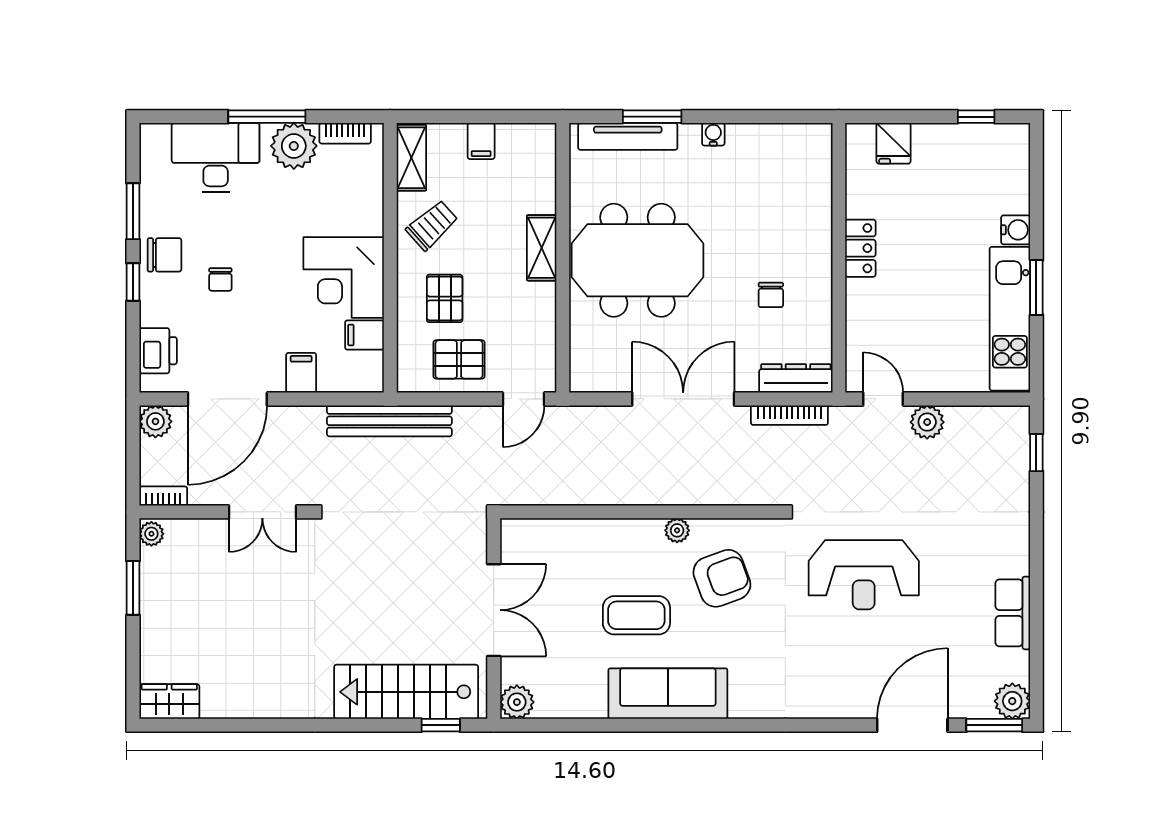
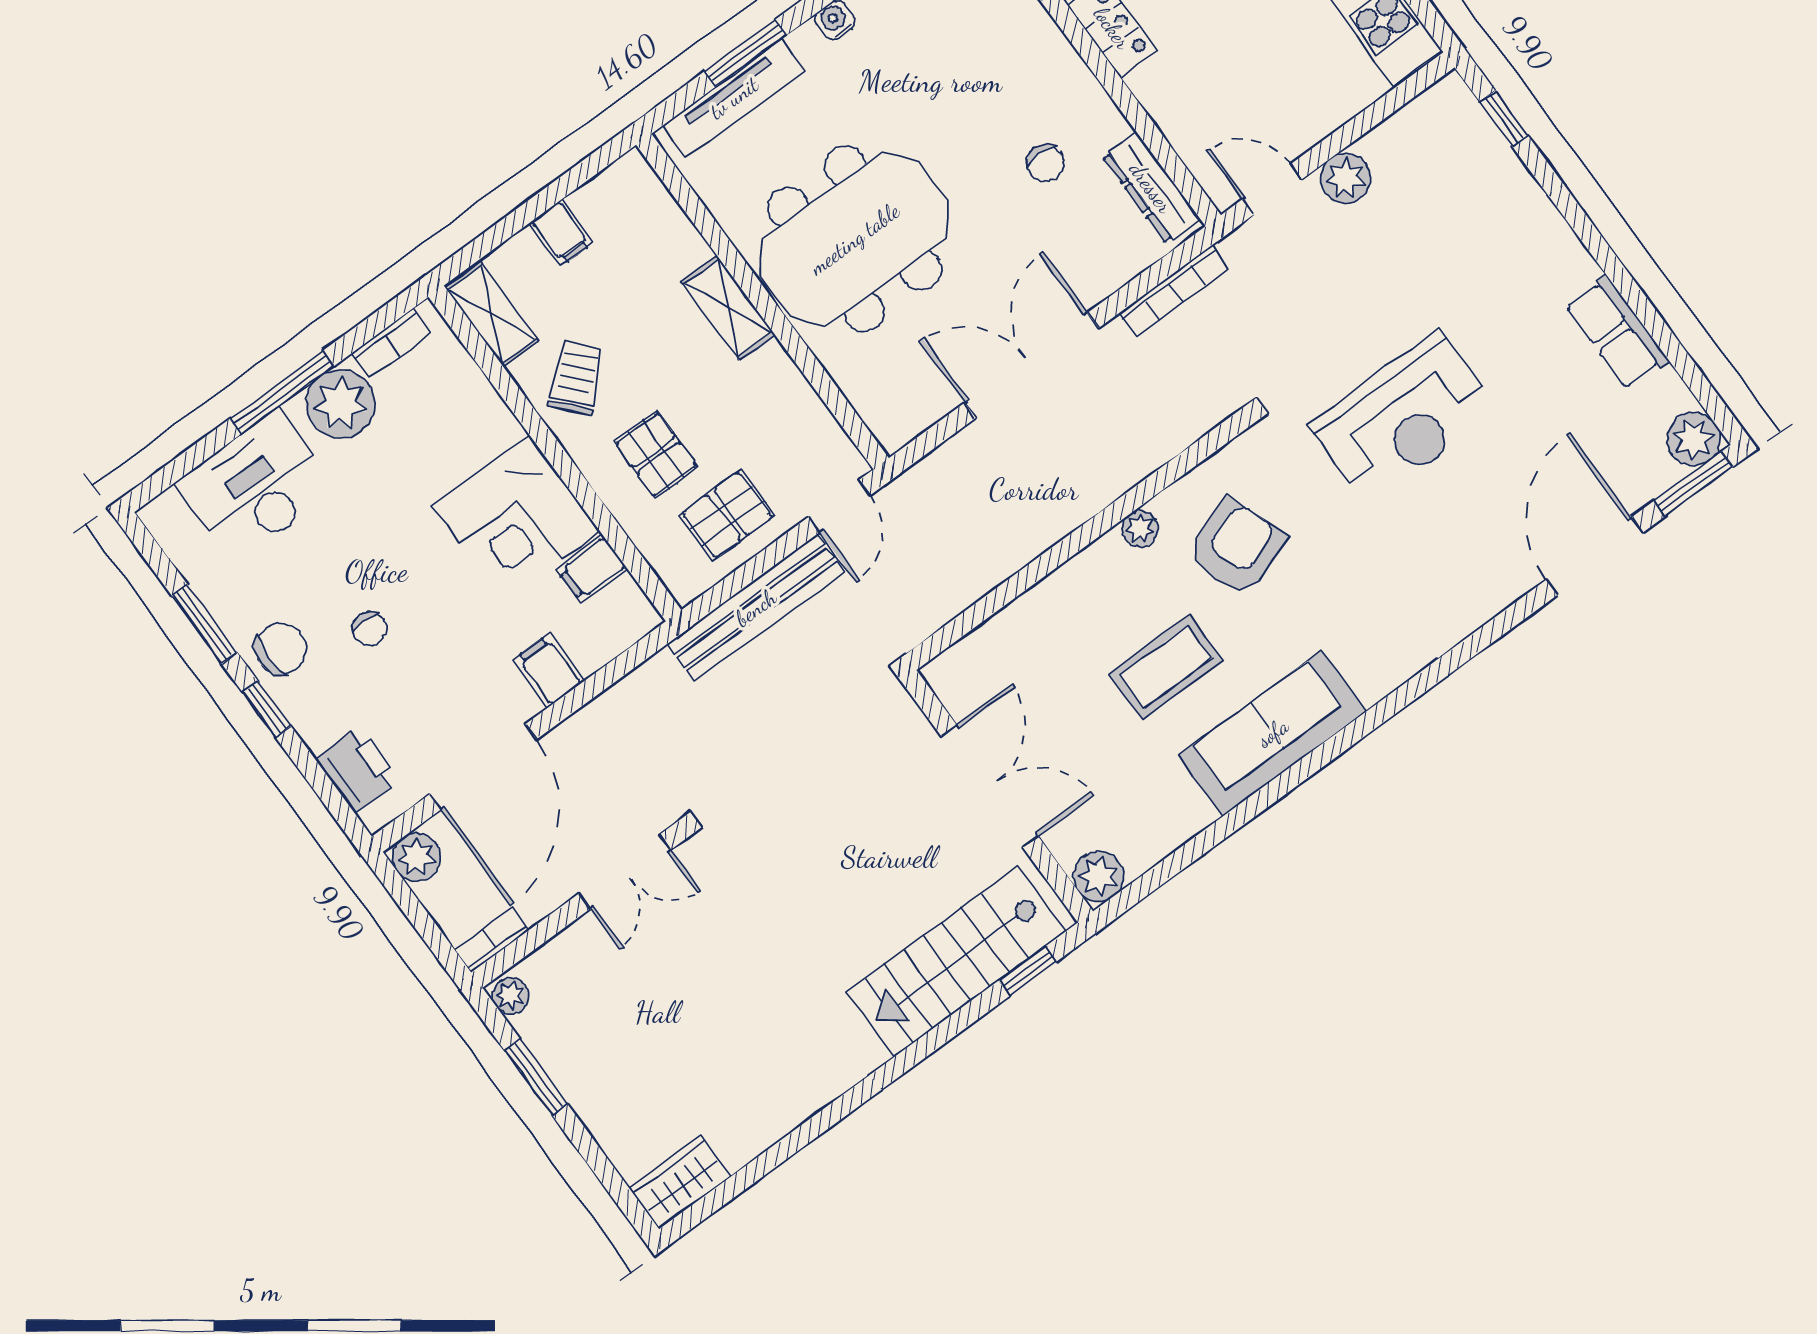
dresser: (796, 378) -> (1151, 188), moved, turned -90
bench: (389, 421) -> (756, 608), moved

